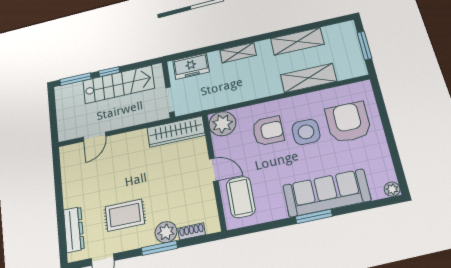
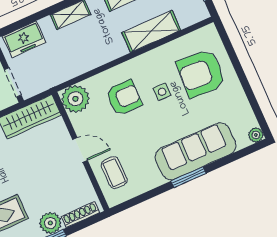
armchair: (348, 122) -> (201, 73), turned -87
side table: (306, 132) -> (162, 92), width x0.54, depth x0.54
coffee table: (241, 197) -> (114, 173), width x0.73, depth x0.77
shoe rack: (192, 231) -> (80, 215), width x1.43

